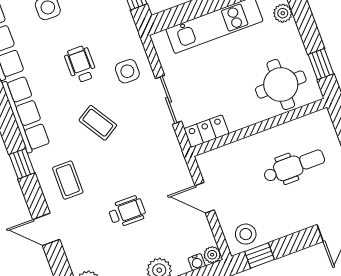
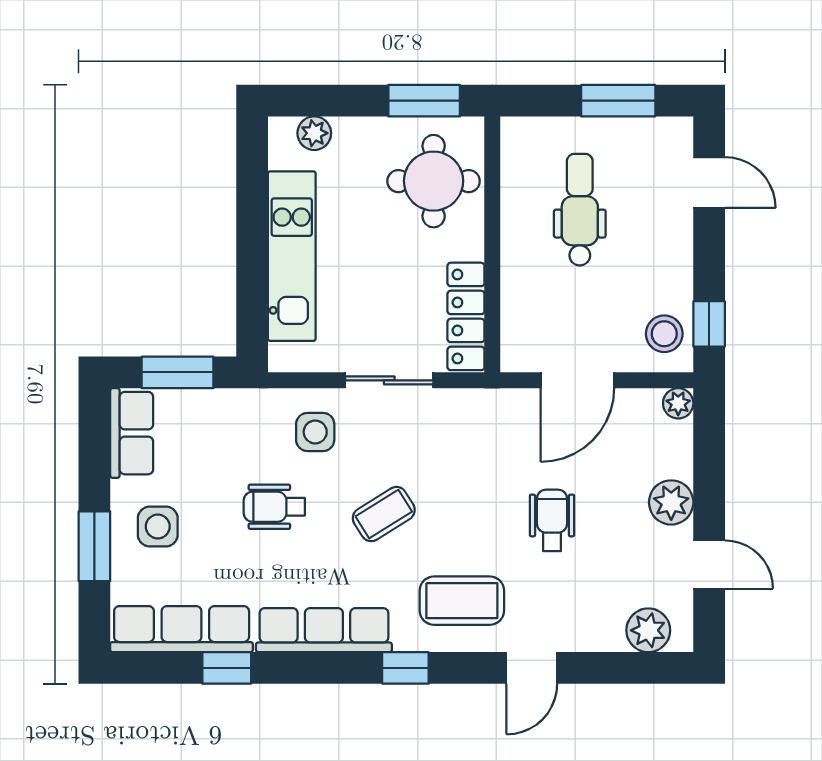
window: (321, 64) -> (424, 101), width x1.50
locker: (206, 131) -> (466, 316), width x1.53
coffee table: (68, 180) -> (462, 601), width x1.36, depth x1.30
door: (205, 198) -> (577, 380), width x1.38
water cooler: (197, 262) -> (681, 434), removed

